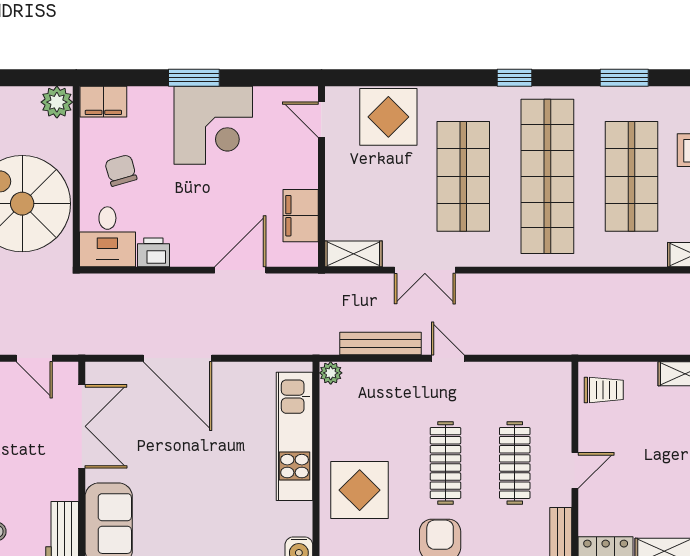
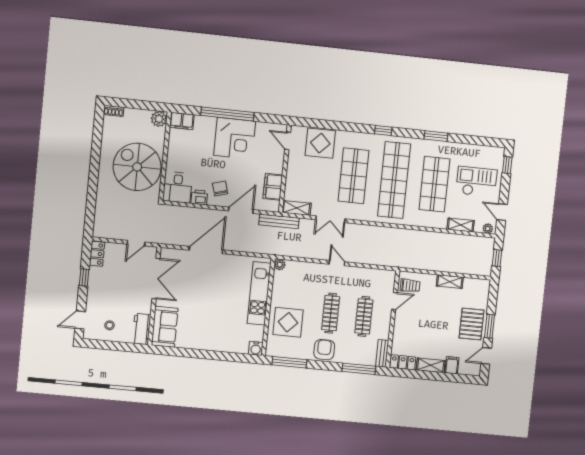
window: (194, 78) -> (227, 114), width x2.11
chair: (121, 170) -> (220, 188), moved
bench: (381, 344) -> (279, 221), moved
door: (34, 358) -> (136, 243), hinge flipped
door: (177, 358) -> (206, 250), swing flipped
door: (575, 471) -> (395, 301), moved

